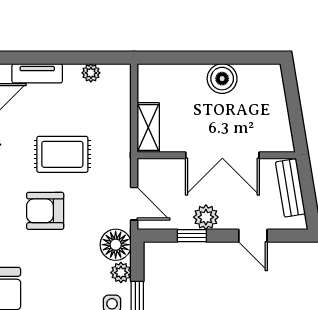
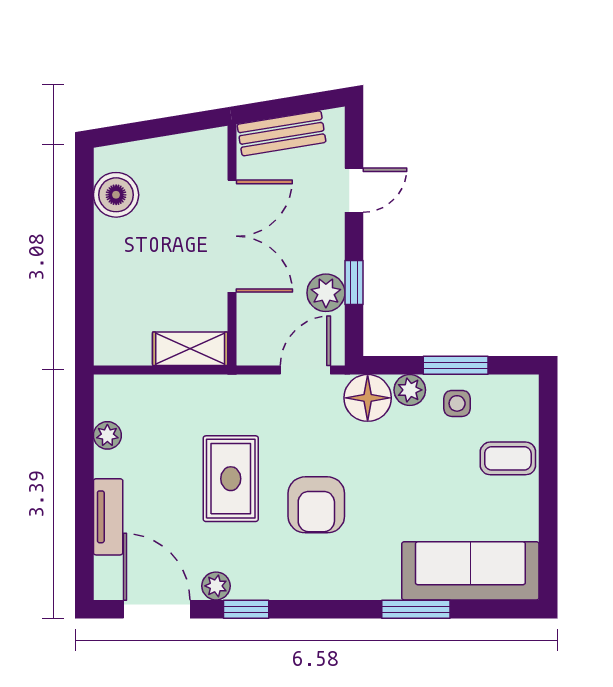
boiler: (222, 79) -> (116, 195), moved
plant: (206, 217) -> (326, 293), moved

